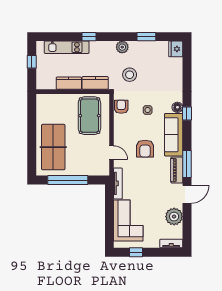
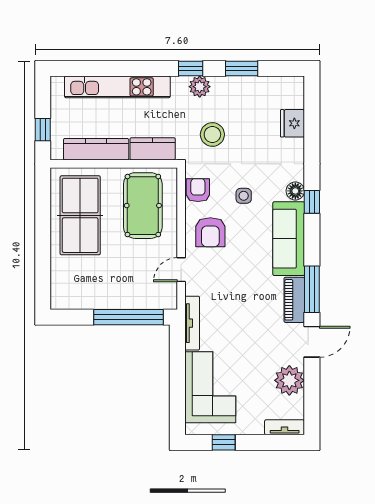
window: (89, 37) -> (191, 68), moved
kitchen unit: (67, 47) -> (117, 87), width x1.36
fridge: (176, 49) -> (292, 123), moved
window: (32, 62) -> (43, 130), moved
kitchen counter: (69, 83) -> (96, 149), width x1.50
table tennis table: (53, 147) -> (80, 215), moved
armchair: (145, 149) -> (210, 232), moved
door: (112, 153) -> (181, 270), swing flipped
window: (68, 180) -> (128, 317), moved

